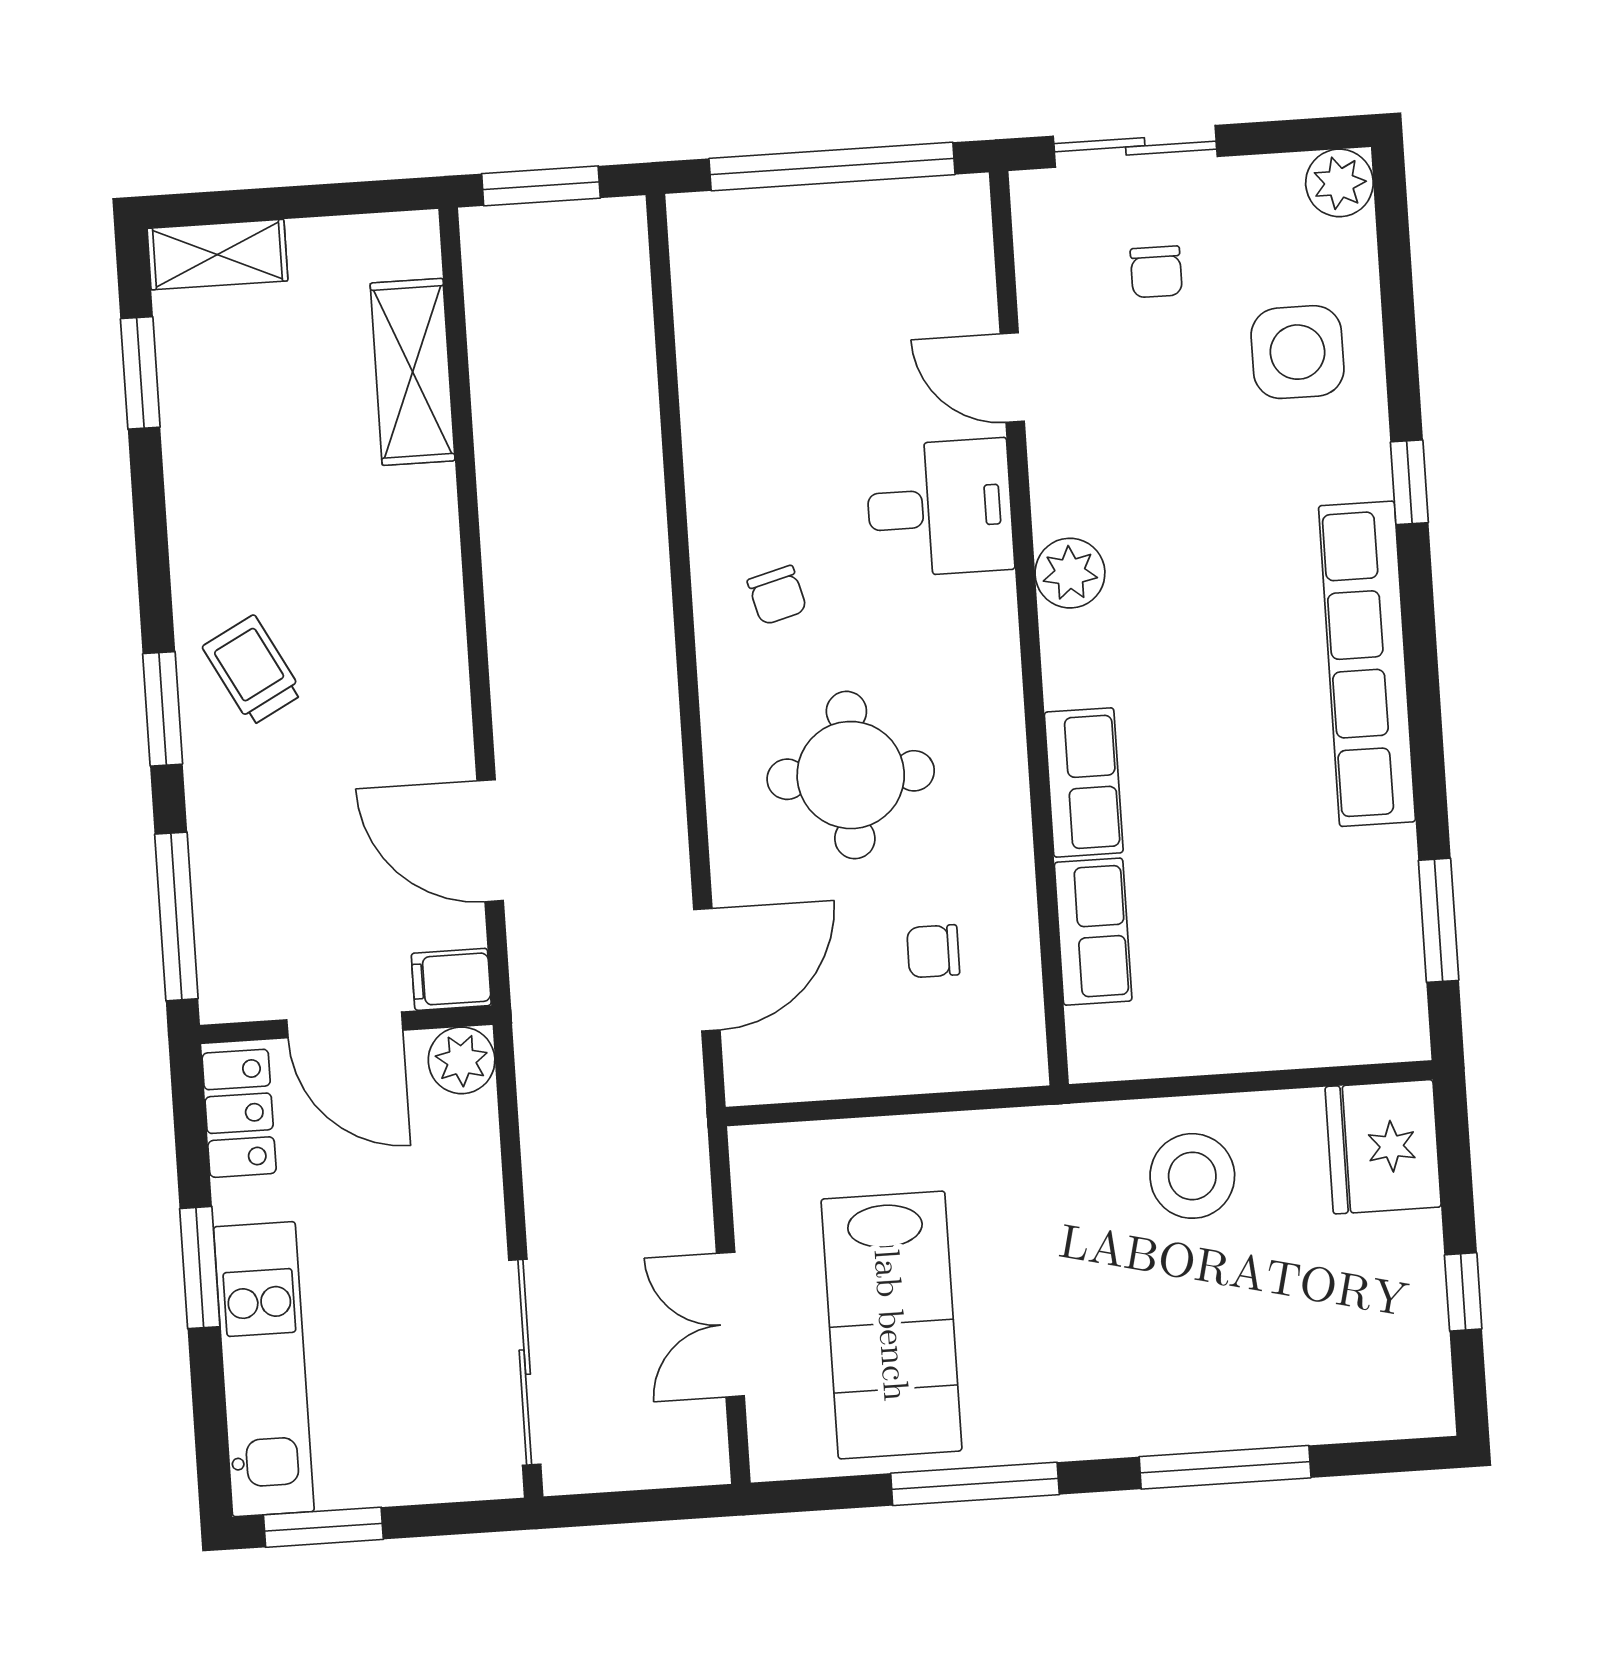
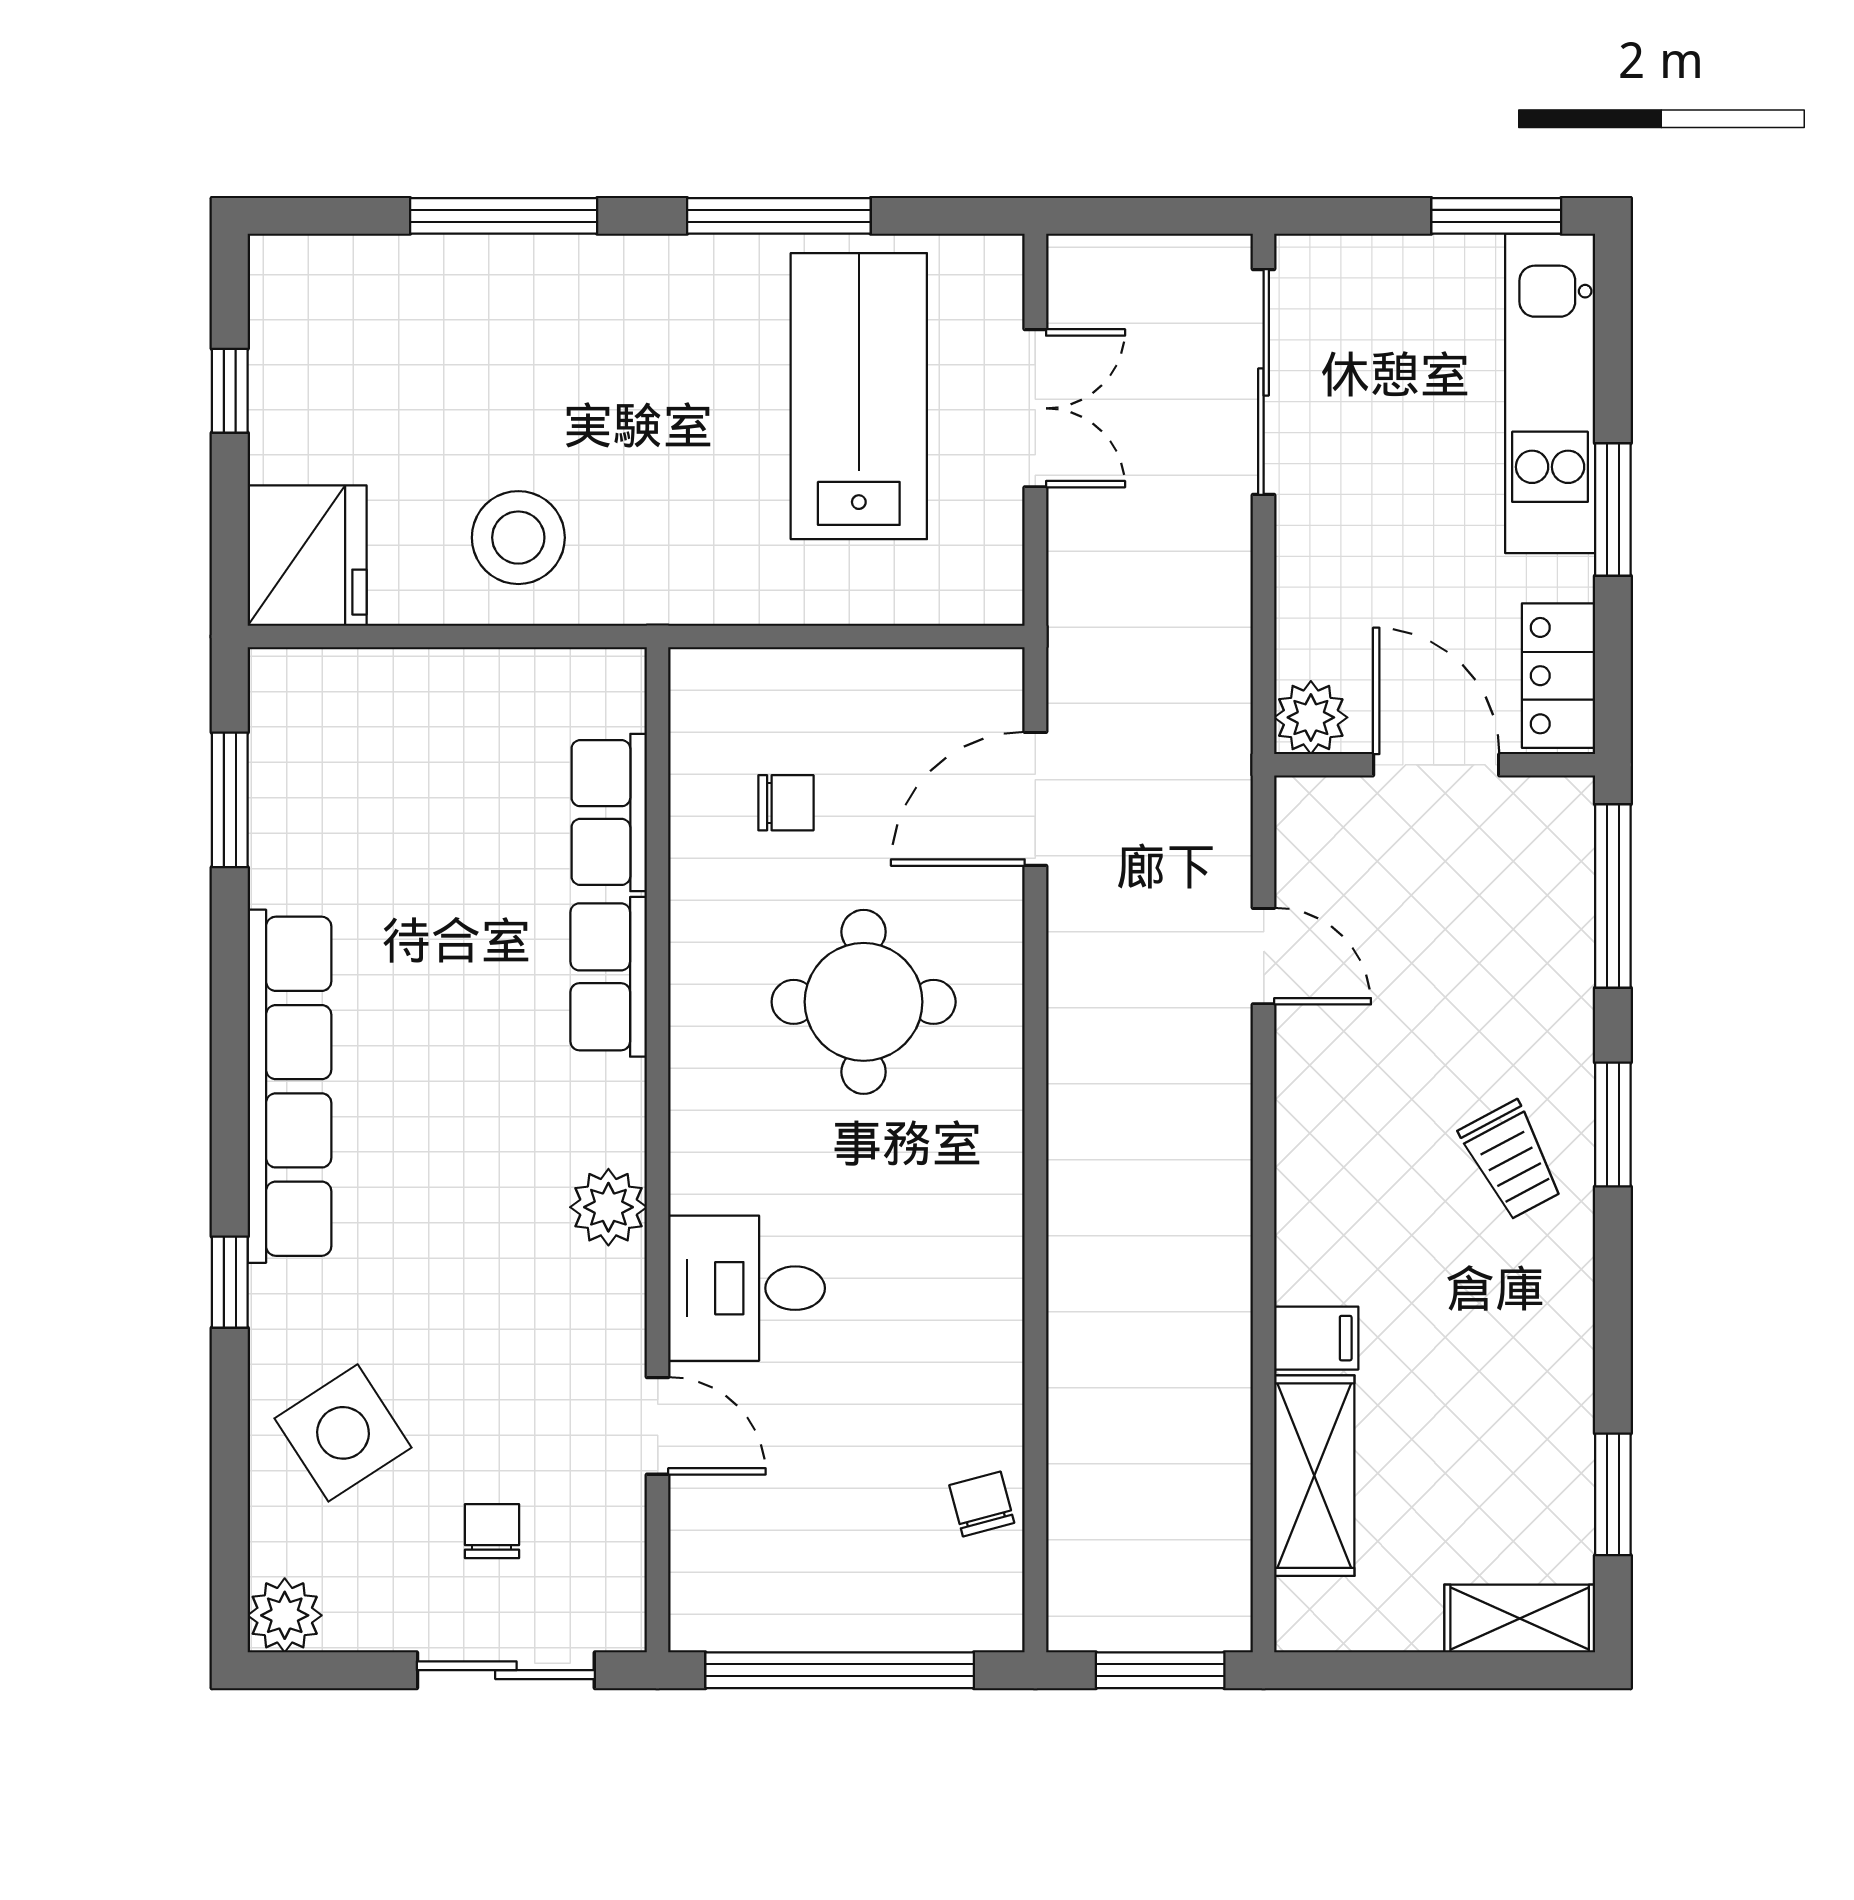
side table: (1298, 352) -> (343, 1433), turned -33
chair: (777, 595) -> (982, 1504), moved
door: (490, 841) -> (1264, 956), width x0.73
filing cabinet: (451, 979) -> (1316, 1338), moved

